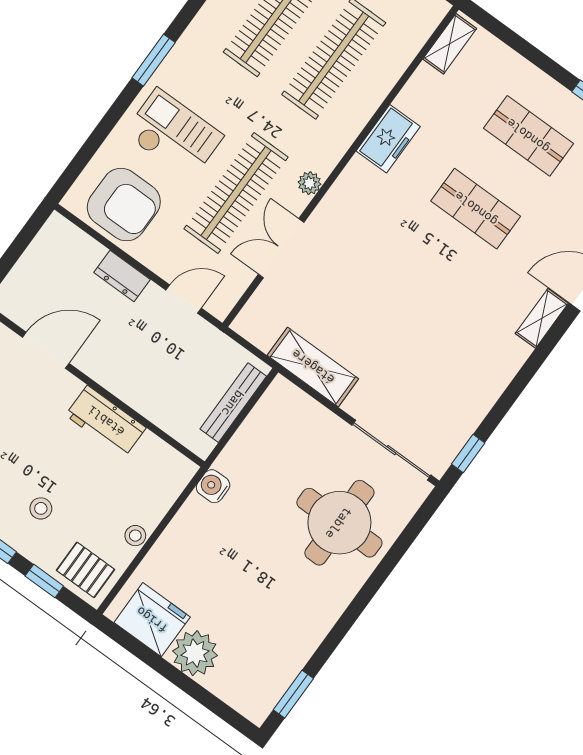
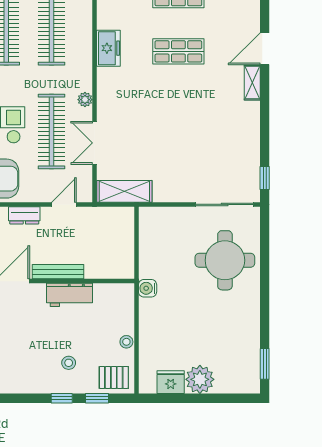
shelving: (313, 367) -> (124, 191), moved
bench: (233, 403) -> (58, 272), moved, turned 90
fridge: (152, 620) -> (171, 382), width x0.73, depth x0.75

